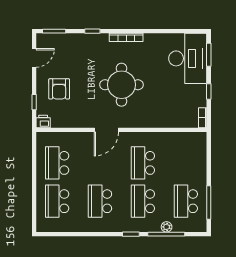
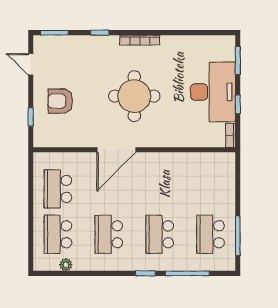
door: (34, 58) -> (31, 64), swing flipped
desk: (188, 58) -> (213, 92), moved
armchair: (59, 89) -> (60, 101), turned 90
printer: (43, 122) -> (41, 140), removed
door: (106, 130) -> (116, 150), width x1.36
school desk: (143, 163) -> (160, 189), removed
plant: (167, 227) -> (66, 265), moved

